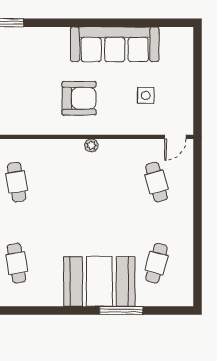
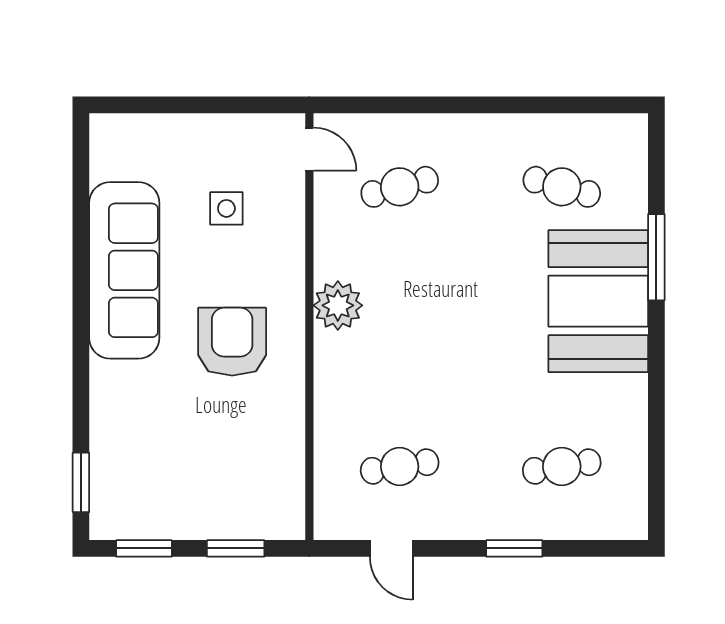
plant: (91, 145) -> (338, 305), width x1.88, depth x1.88

